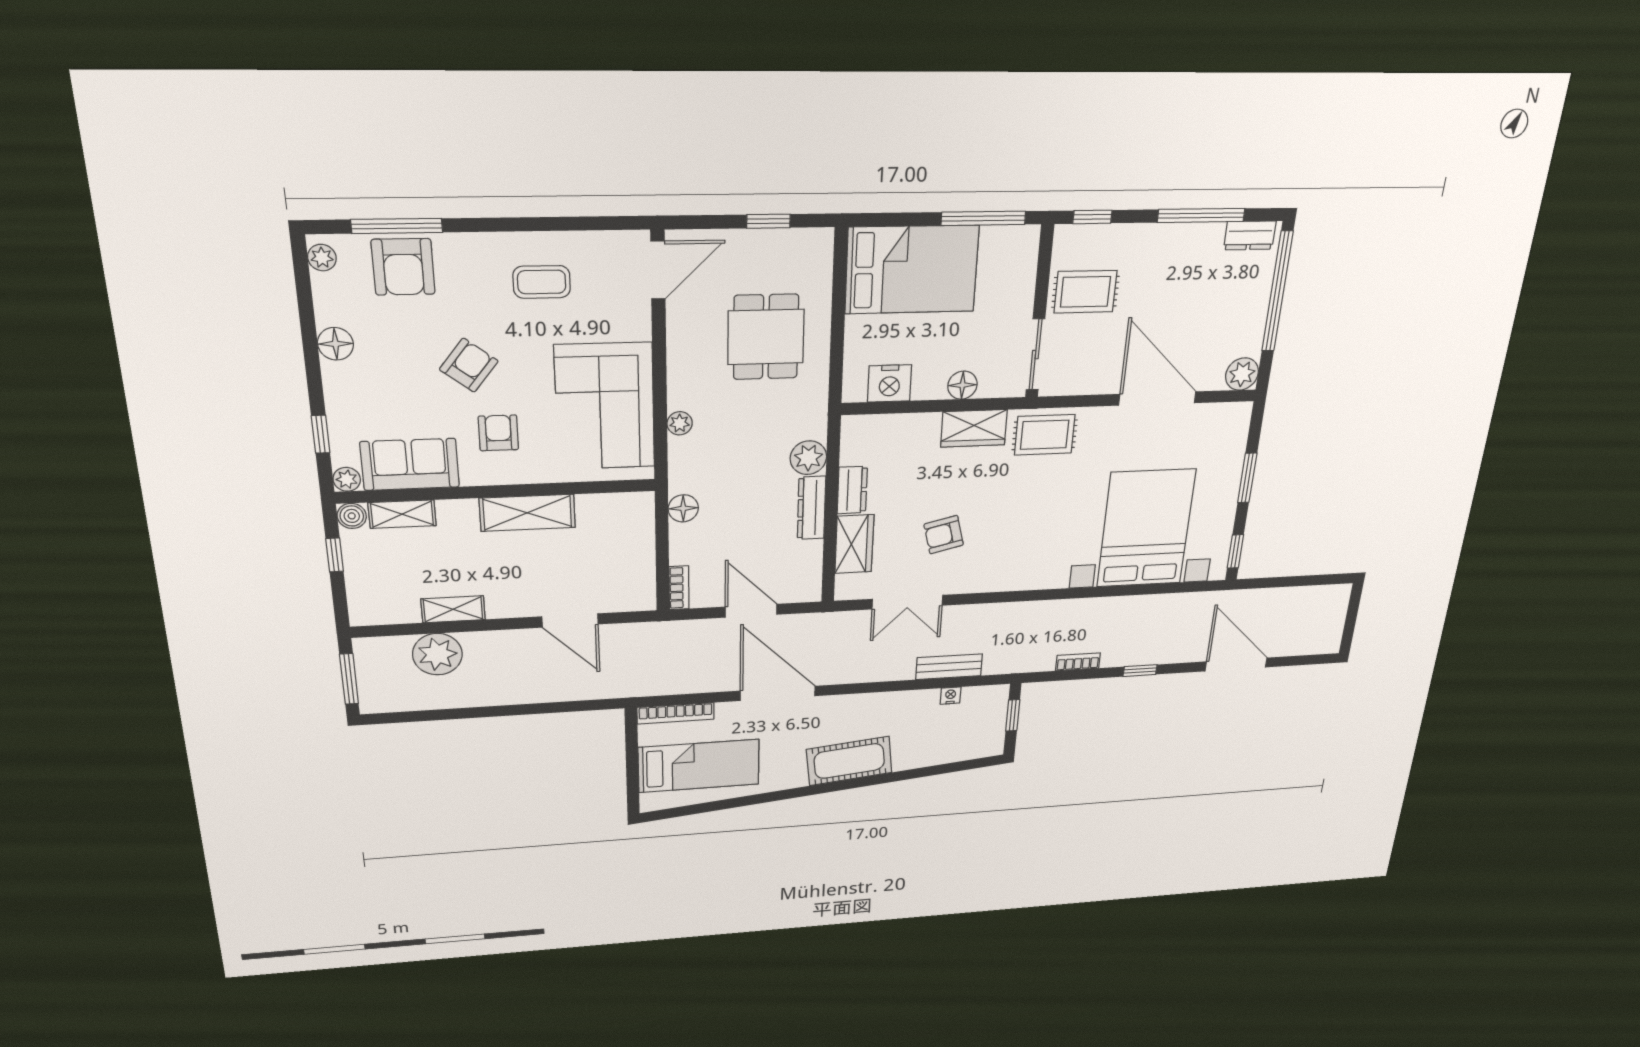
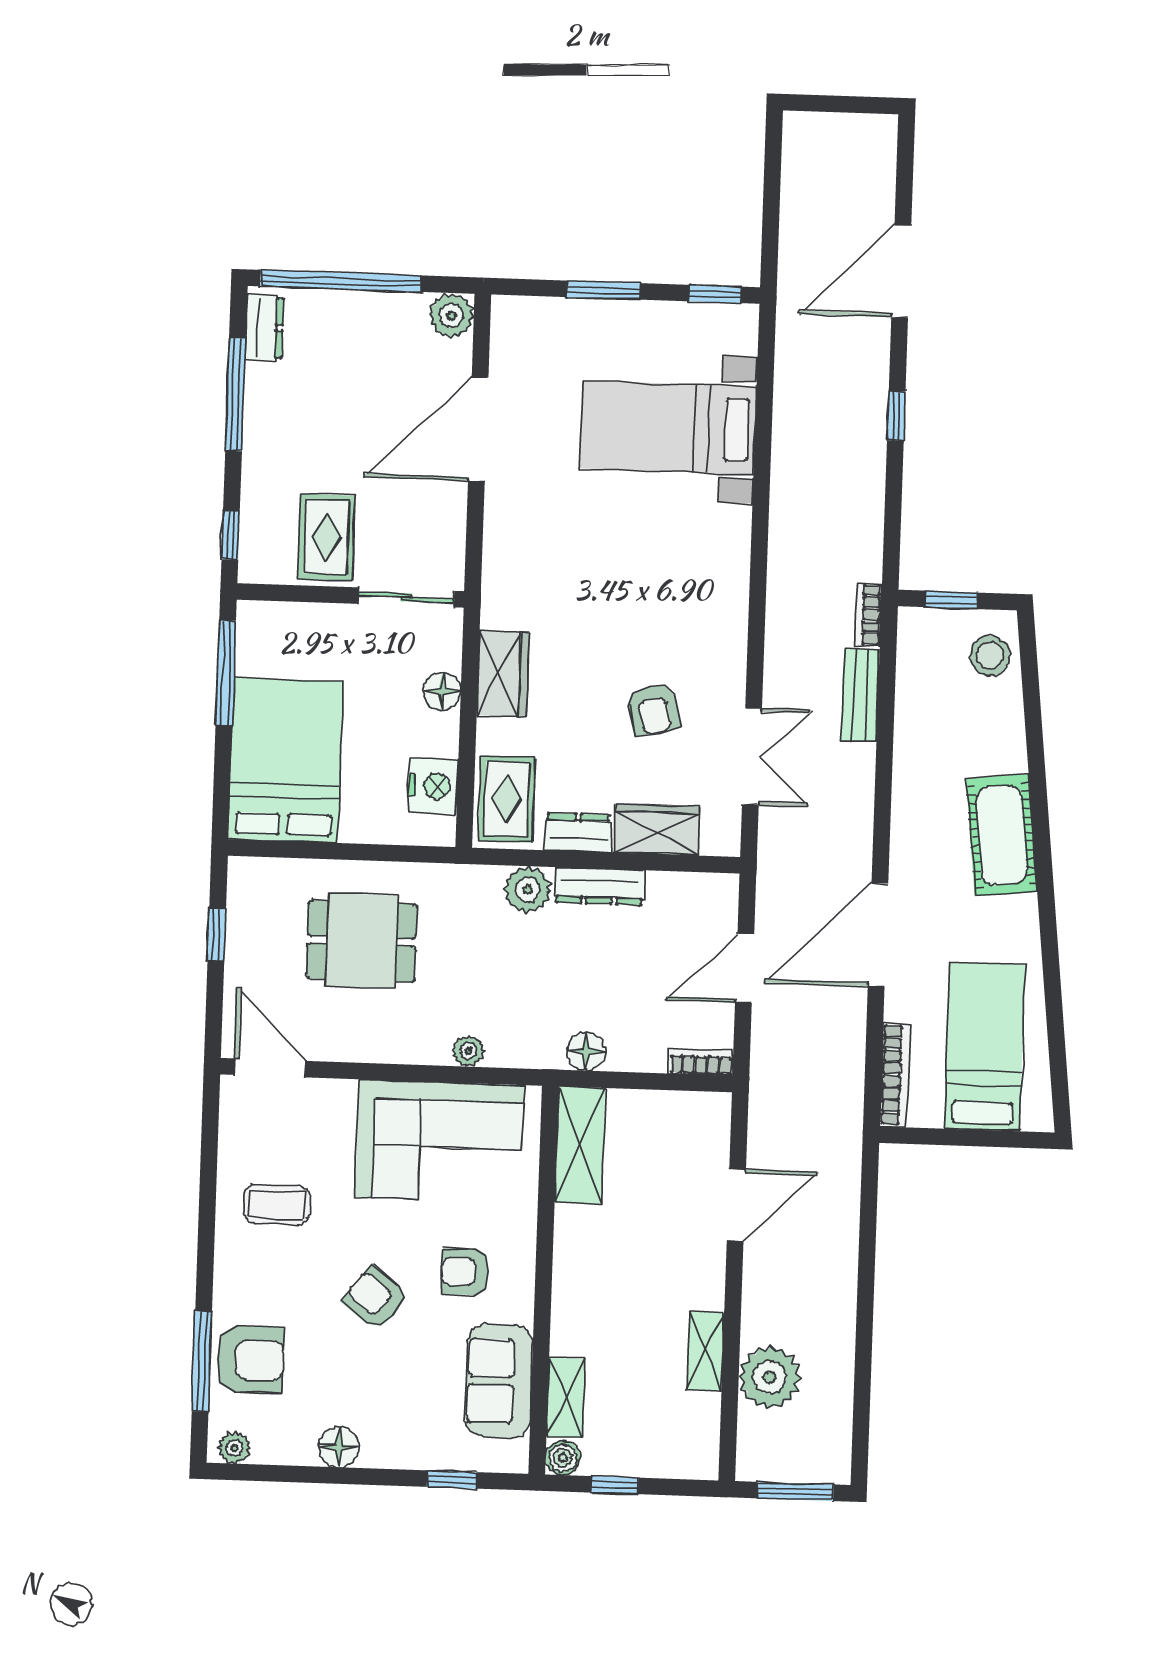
coffee table: (542, 282) -> (277, 1205), turned 90
rug: (1045, 435) -> (507, 799), moved
plant: (347, 479) -> (513, 1457), removed
shelving: (527, 513) -> (580, 1145), moved
bed with nightstands: (1146, 528) -> (668, 427), width x0.73
bookcase: (1078, 662) -> (868, 614), moved
nightstand: (951, 696) -> (908, 692), removed
stool: (973, 742) -> (990, 656), added

